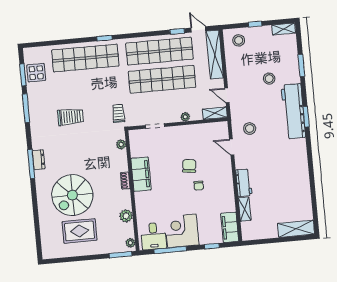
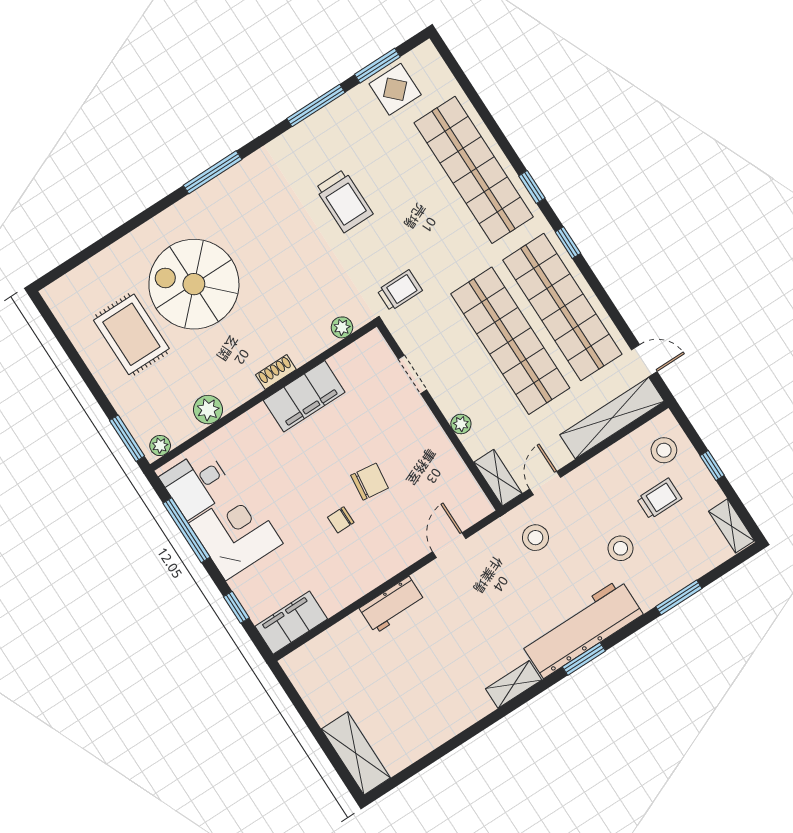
door: (198, 29) -> (644, 361), hinge flipped
window: (177, 31) -> (568, 243), moved
trolley: (257, 53) -> (659, 499), added
stool: (250, 129) -> (535, 538), moved
dresser: (39, 160) -> (228, 182), removed
shelving: (245, 209) -> (514, 684), moved

